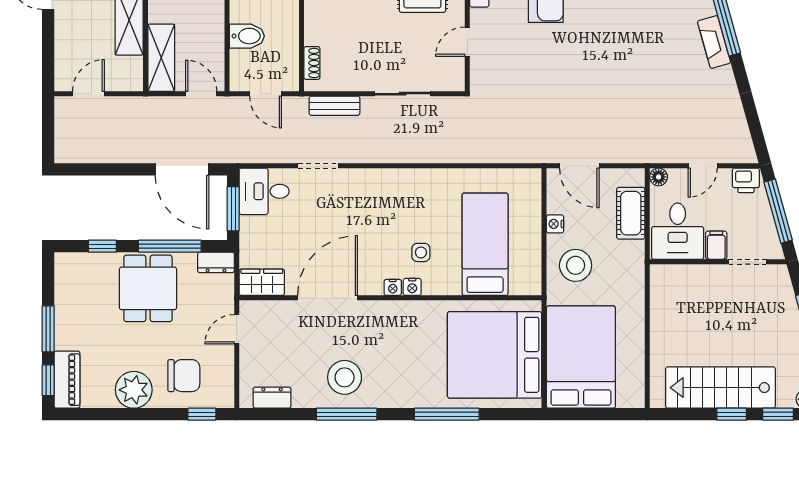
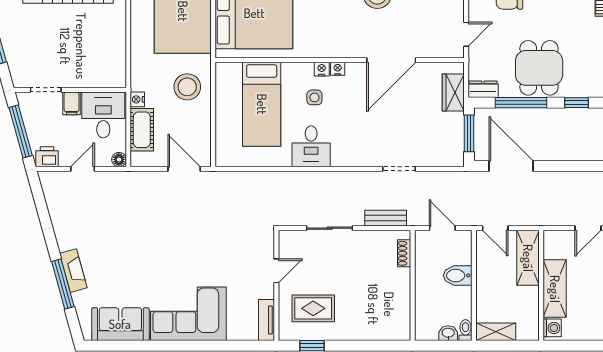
desk: (264, 191) -> (311, 146), moved, turned 90
nightstand: (555, 224) -> (137, 99), moved, turned 180
wardrobe: (262, 282) -> (453, 92), moved, turned 90

